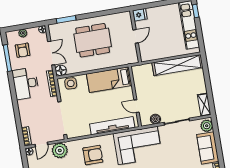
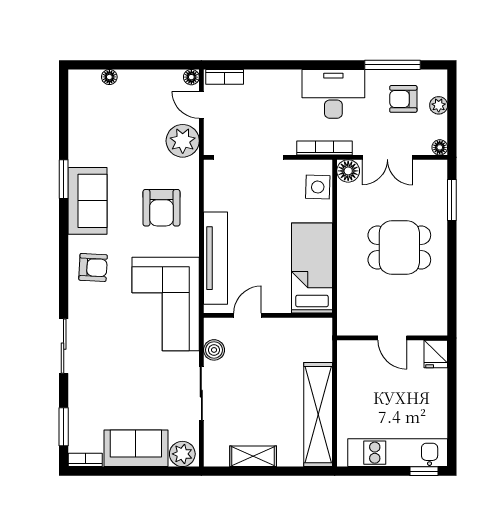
dining table: (93, 40) -> (399, 248), width x0.73
shelving: (204, 105) -> (253, 456), moved

